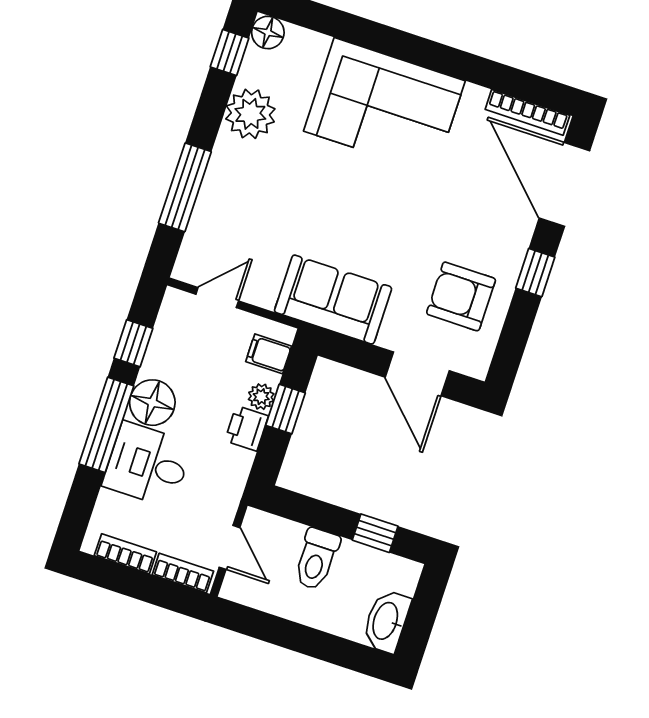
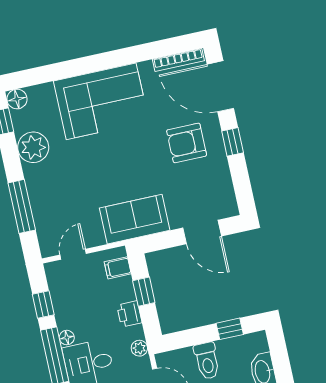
armchair: (461, 296) -> (187, 143), moved
plant: (261, 397) -> (139, 348), moved
floor lamp: (152, 403) -> (67, 338), width x0.53, depth x0.53

